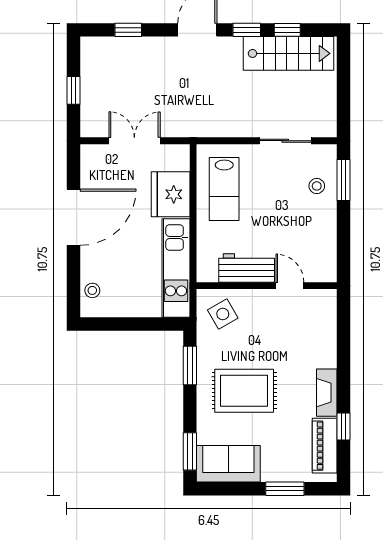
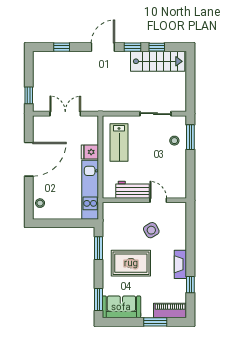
window: (74, 90) -> (29, 95), moved
fridge: (171, 194) -> (90, 152), width x0.53, depth x0.75
side table: (223, 314) -> (151, 230), moved
piano: (325, 446) -> (170, 311), moved, turned 90

